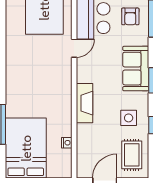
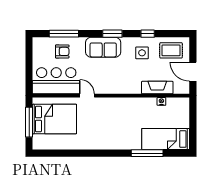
fireplace: (84, 103) -> (157, 88), moved
bed: (26, 148) -> (166, 139), width x0.67

